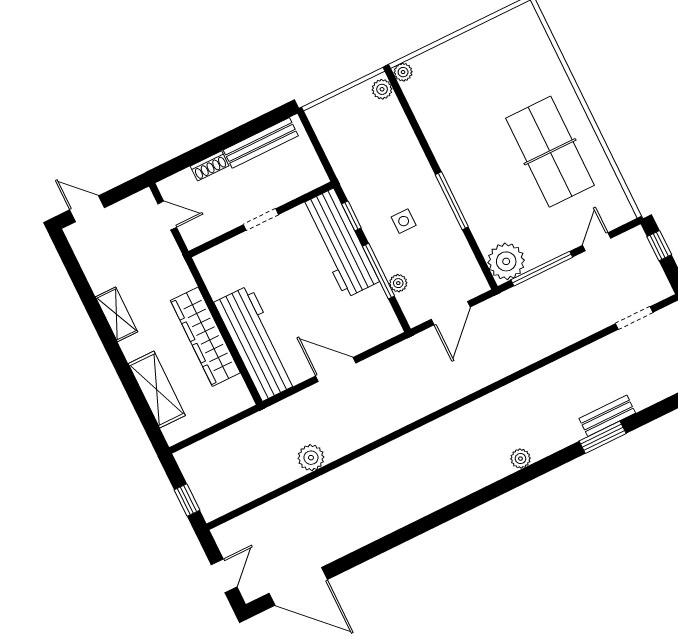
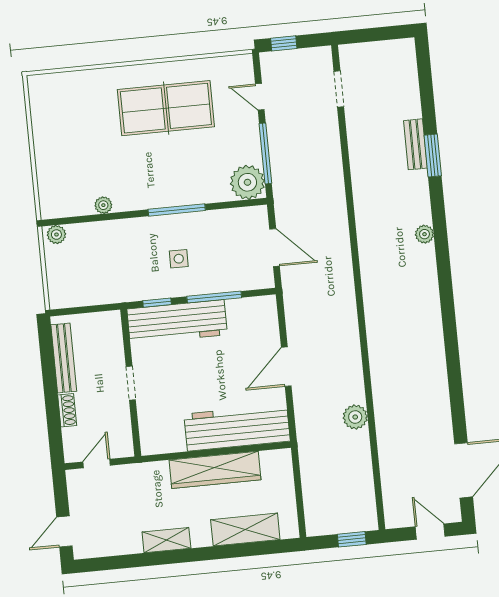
plant: (403, 72) -> (103, 205), moved
plant: (398, 283) -> (231, 284), removed

